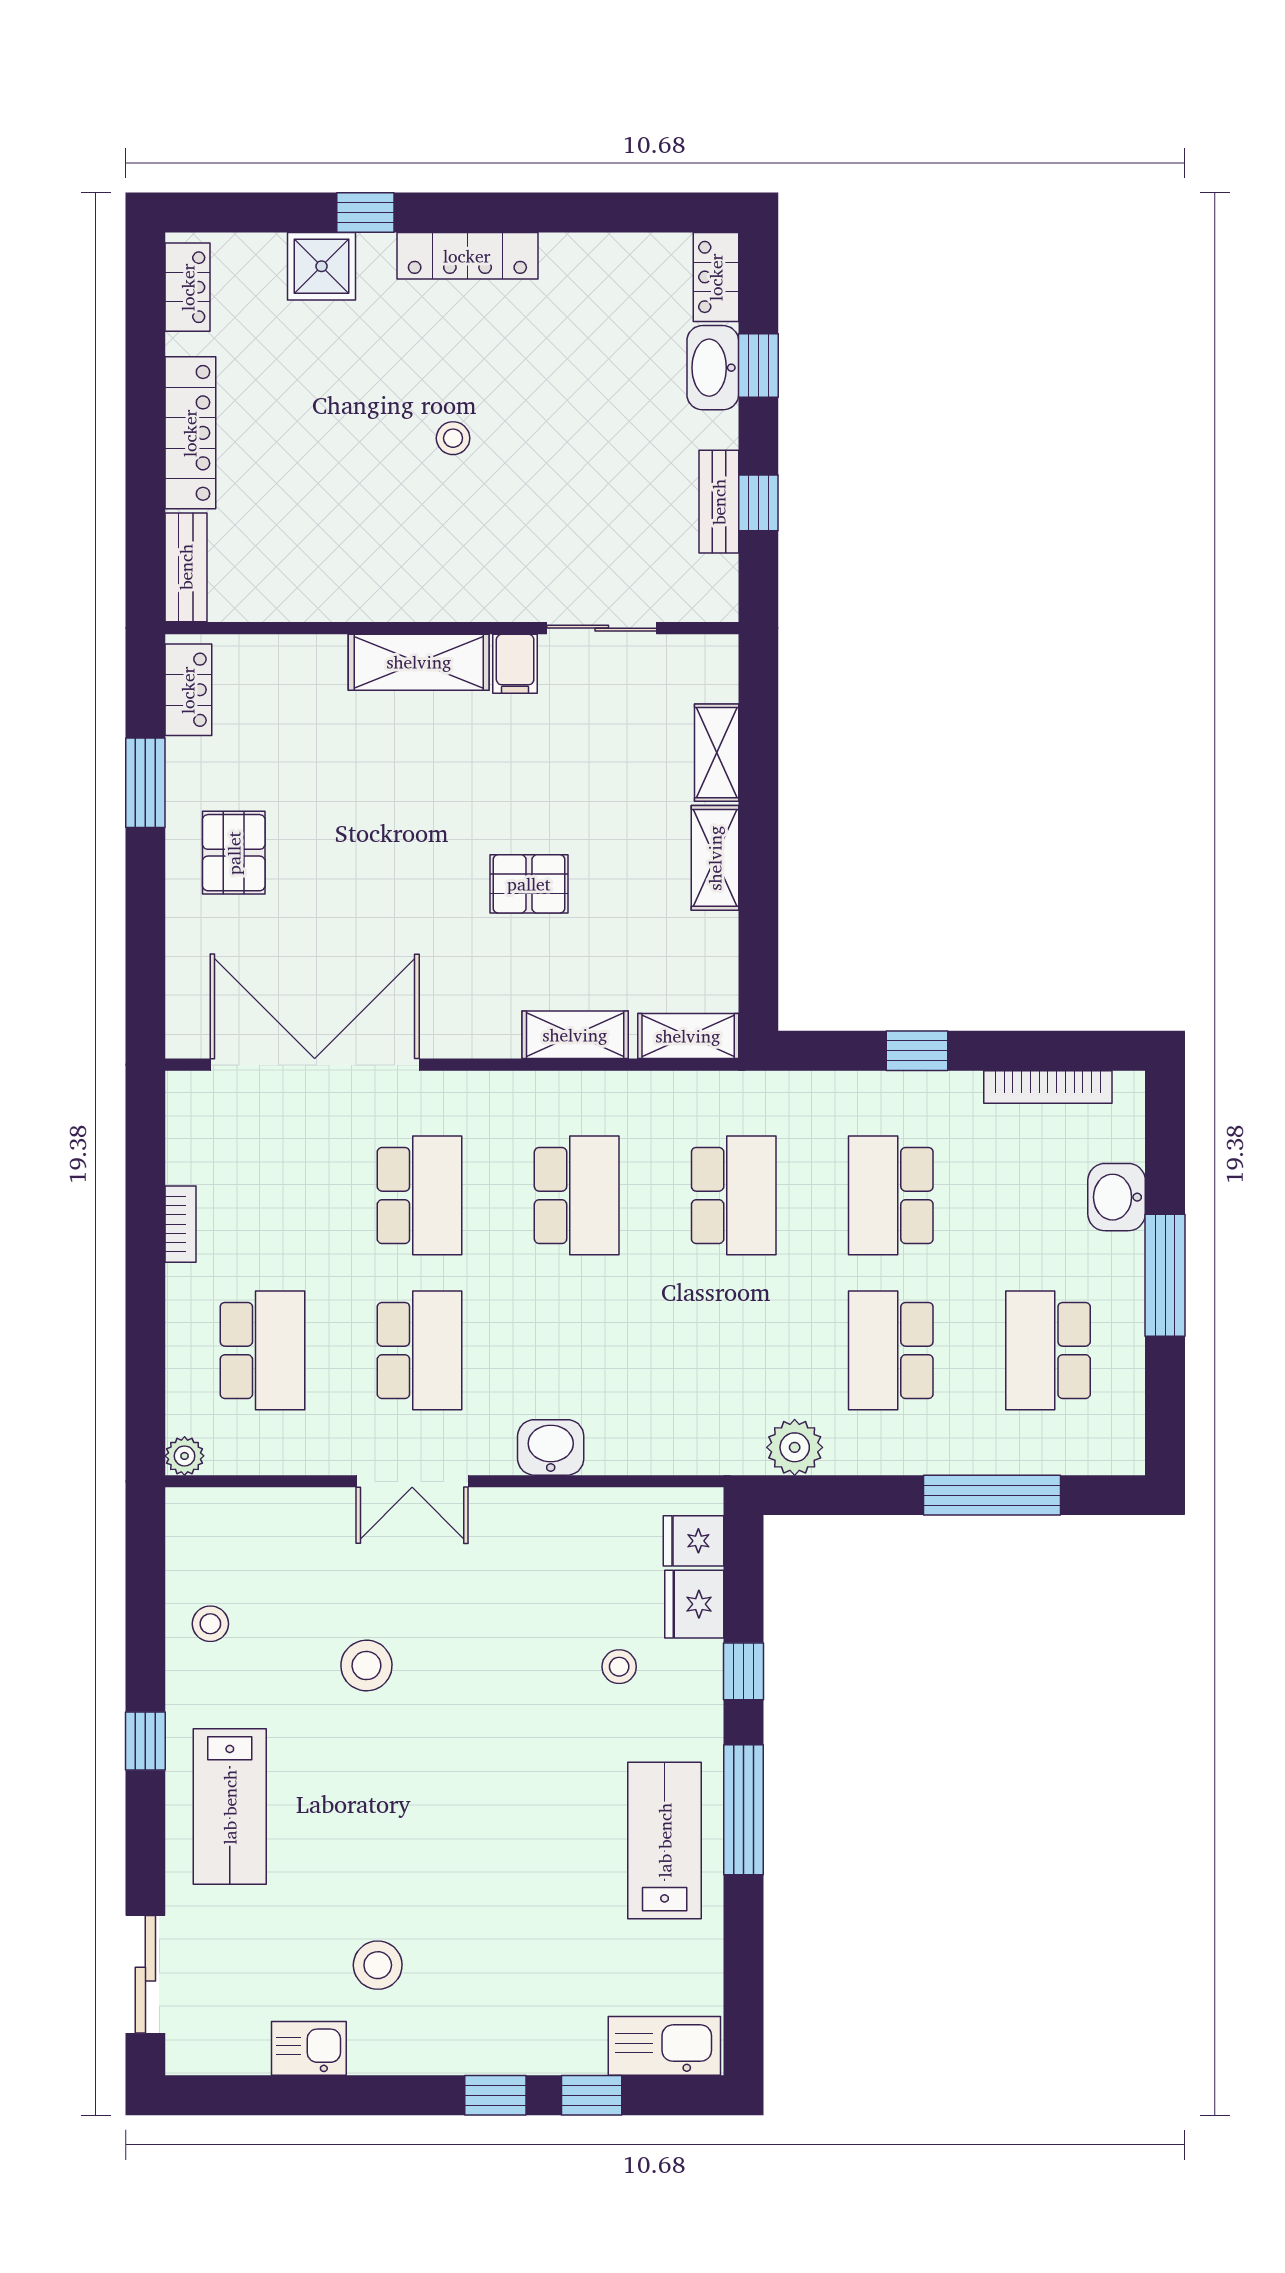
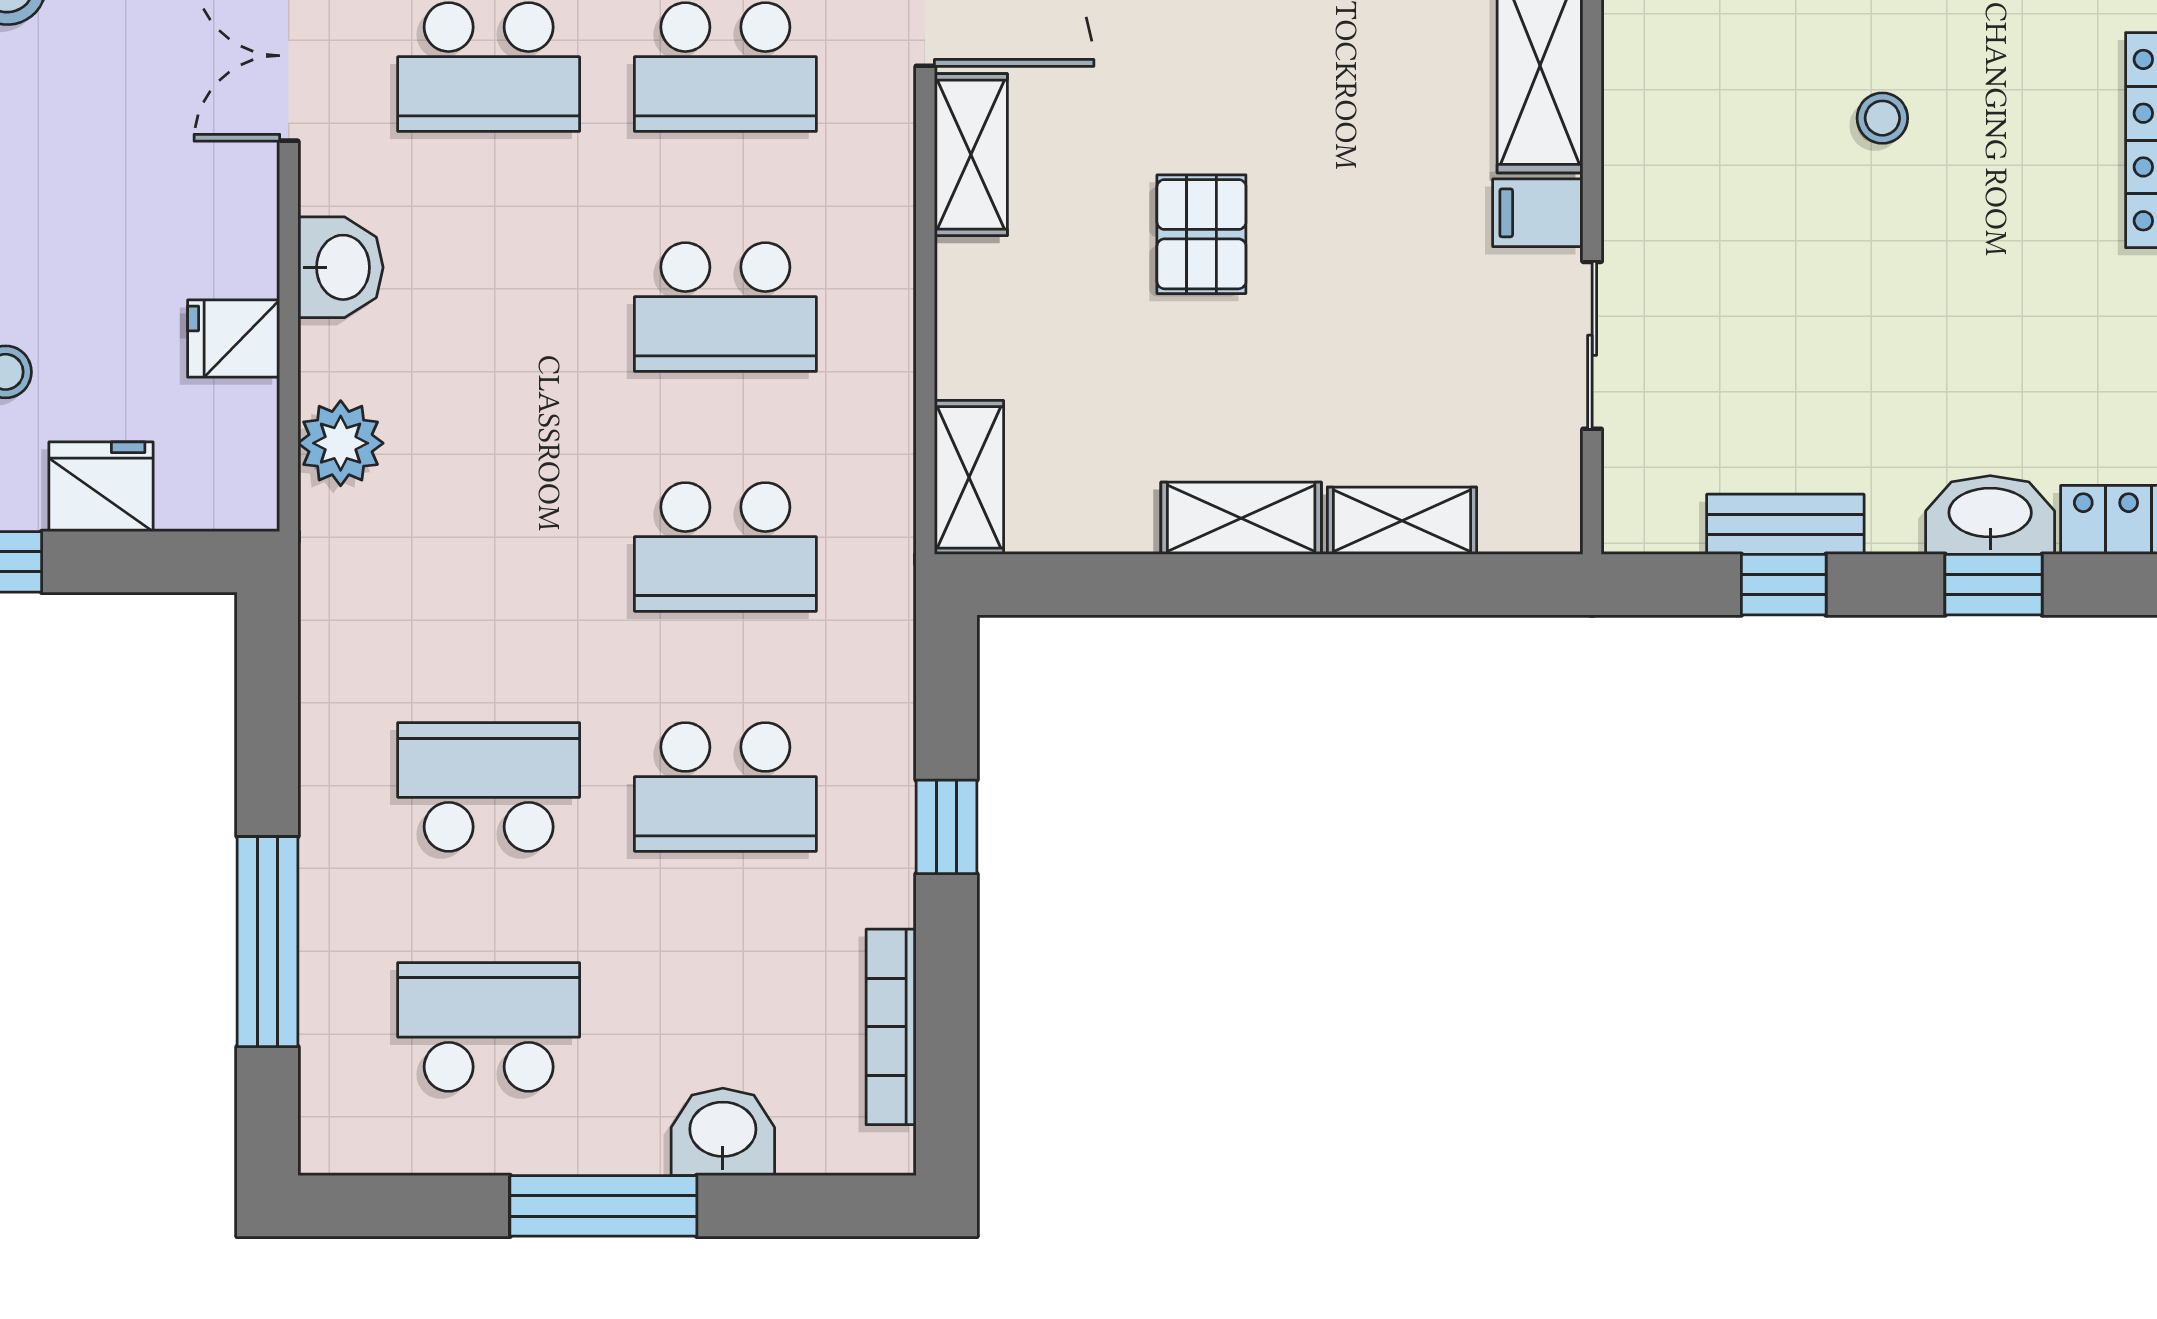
shelving: (575, 1035) -> (971, 155), moved
school desk: (891, 1195) -> (725, 787), turned 180
plant: (795, 1447) -> (341, 443), moved
fridge: (694, 1541) -> (234, 339), moved, turned -90

